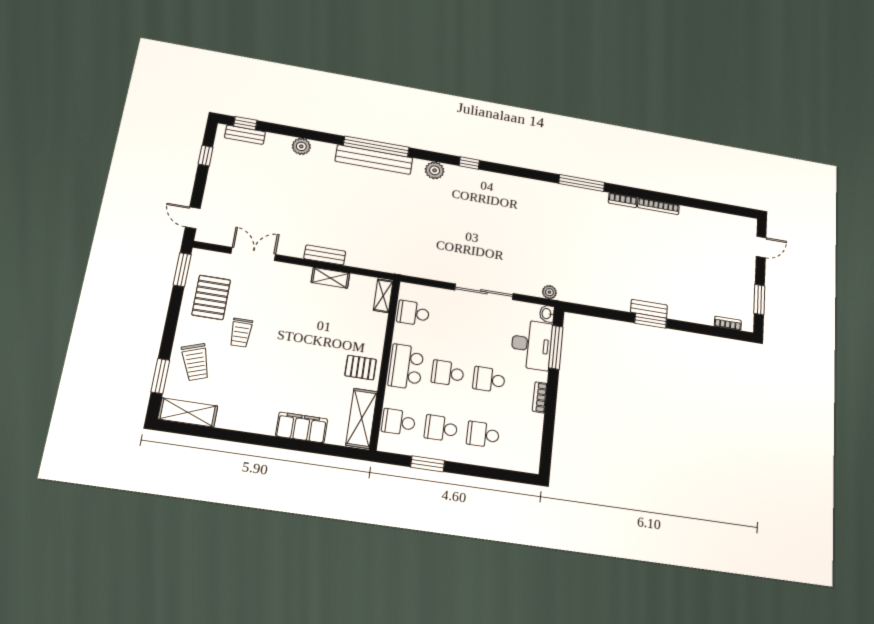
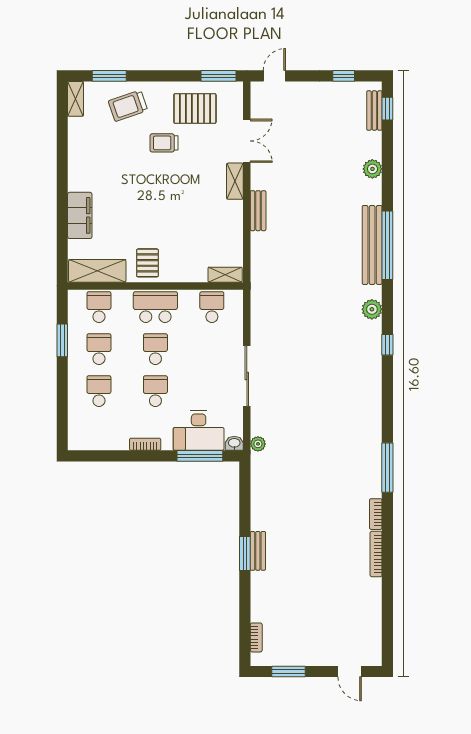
shelving: (330, 278) -> (235, 181), moved
shelving: (188, 412) -> (76, 99), width x0.67, depth x0.75

